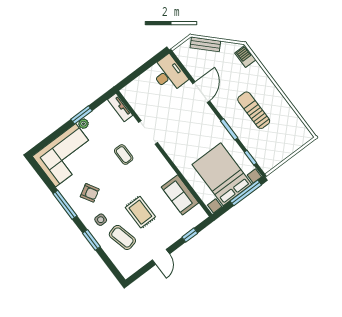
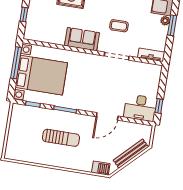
bench: (205, 44) -> (131, 154), width x1.36
window: (153, 61) -> (159, 106), added
door: (201, 92) -> (107, 116), hinge flipped
window: (246, 193) -> (16, 63), moved
sofa: (180, 195) -> (82, 39), moved

